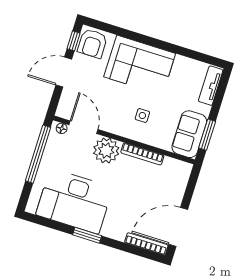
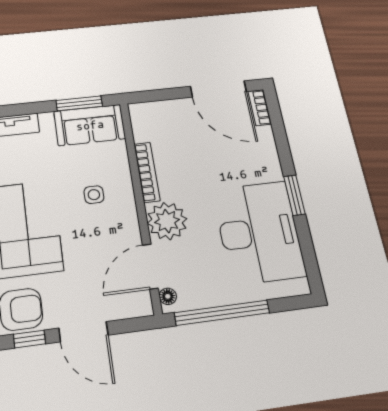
bookcase: (146, 244) -> (260, 108), width x0.64

